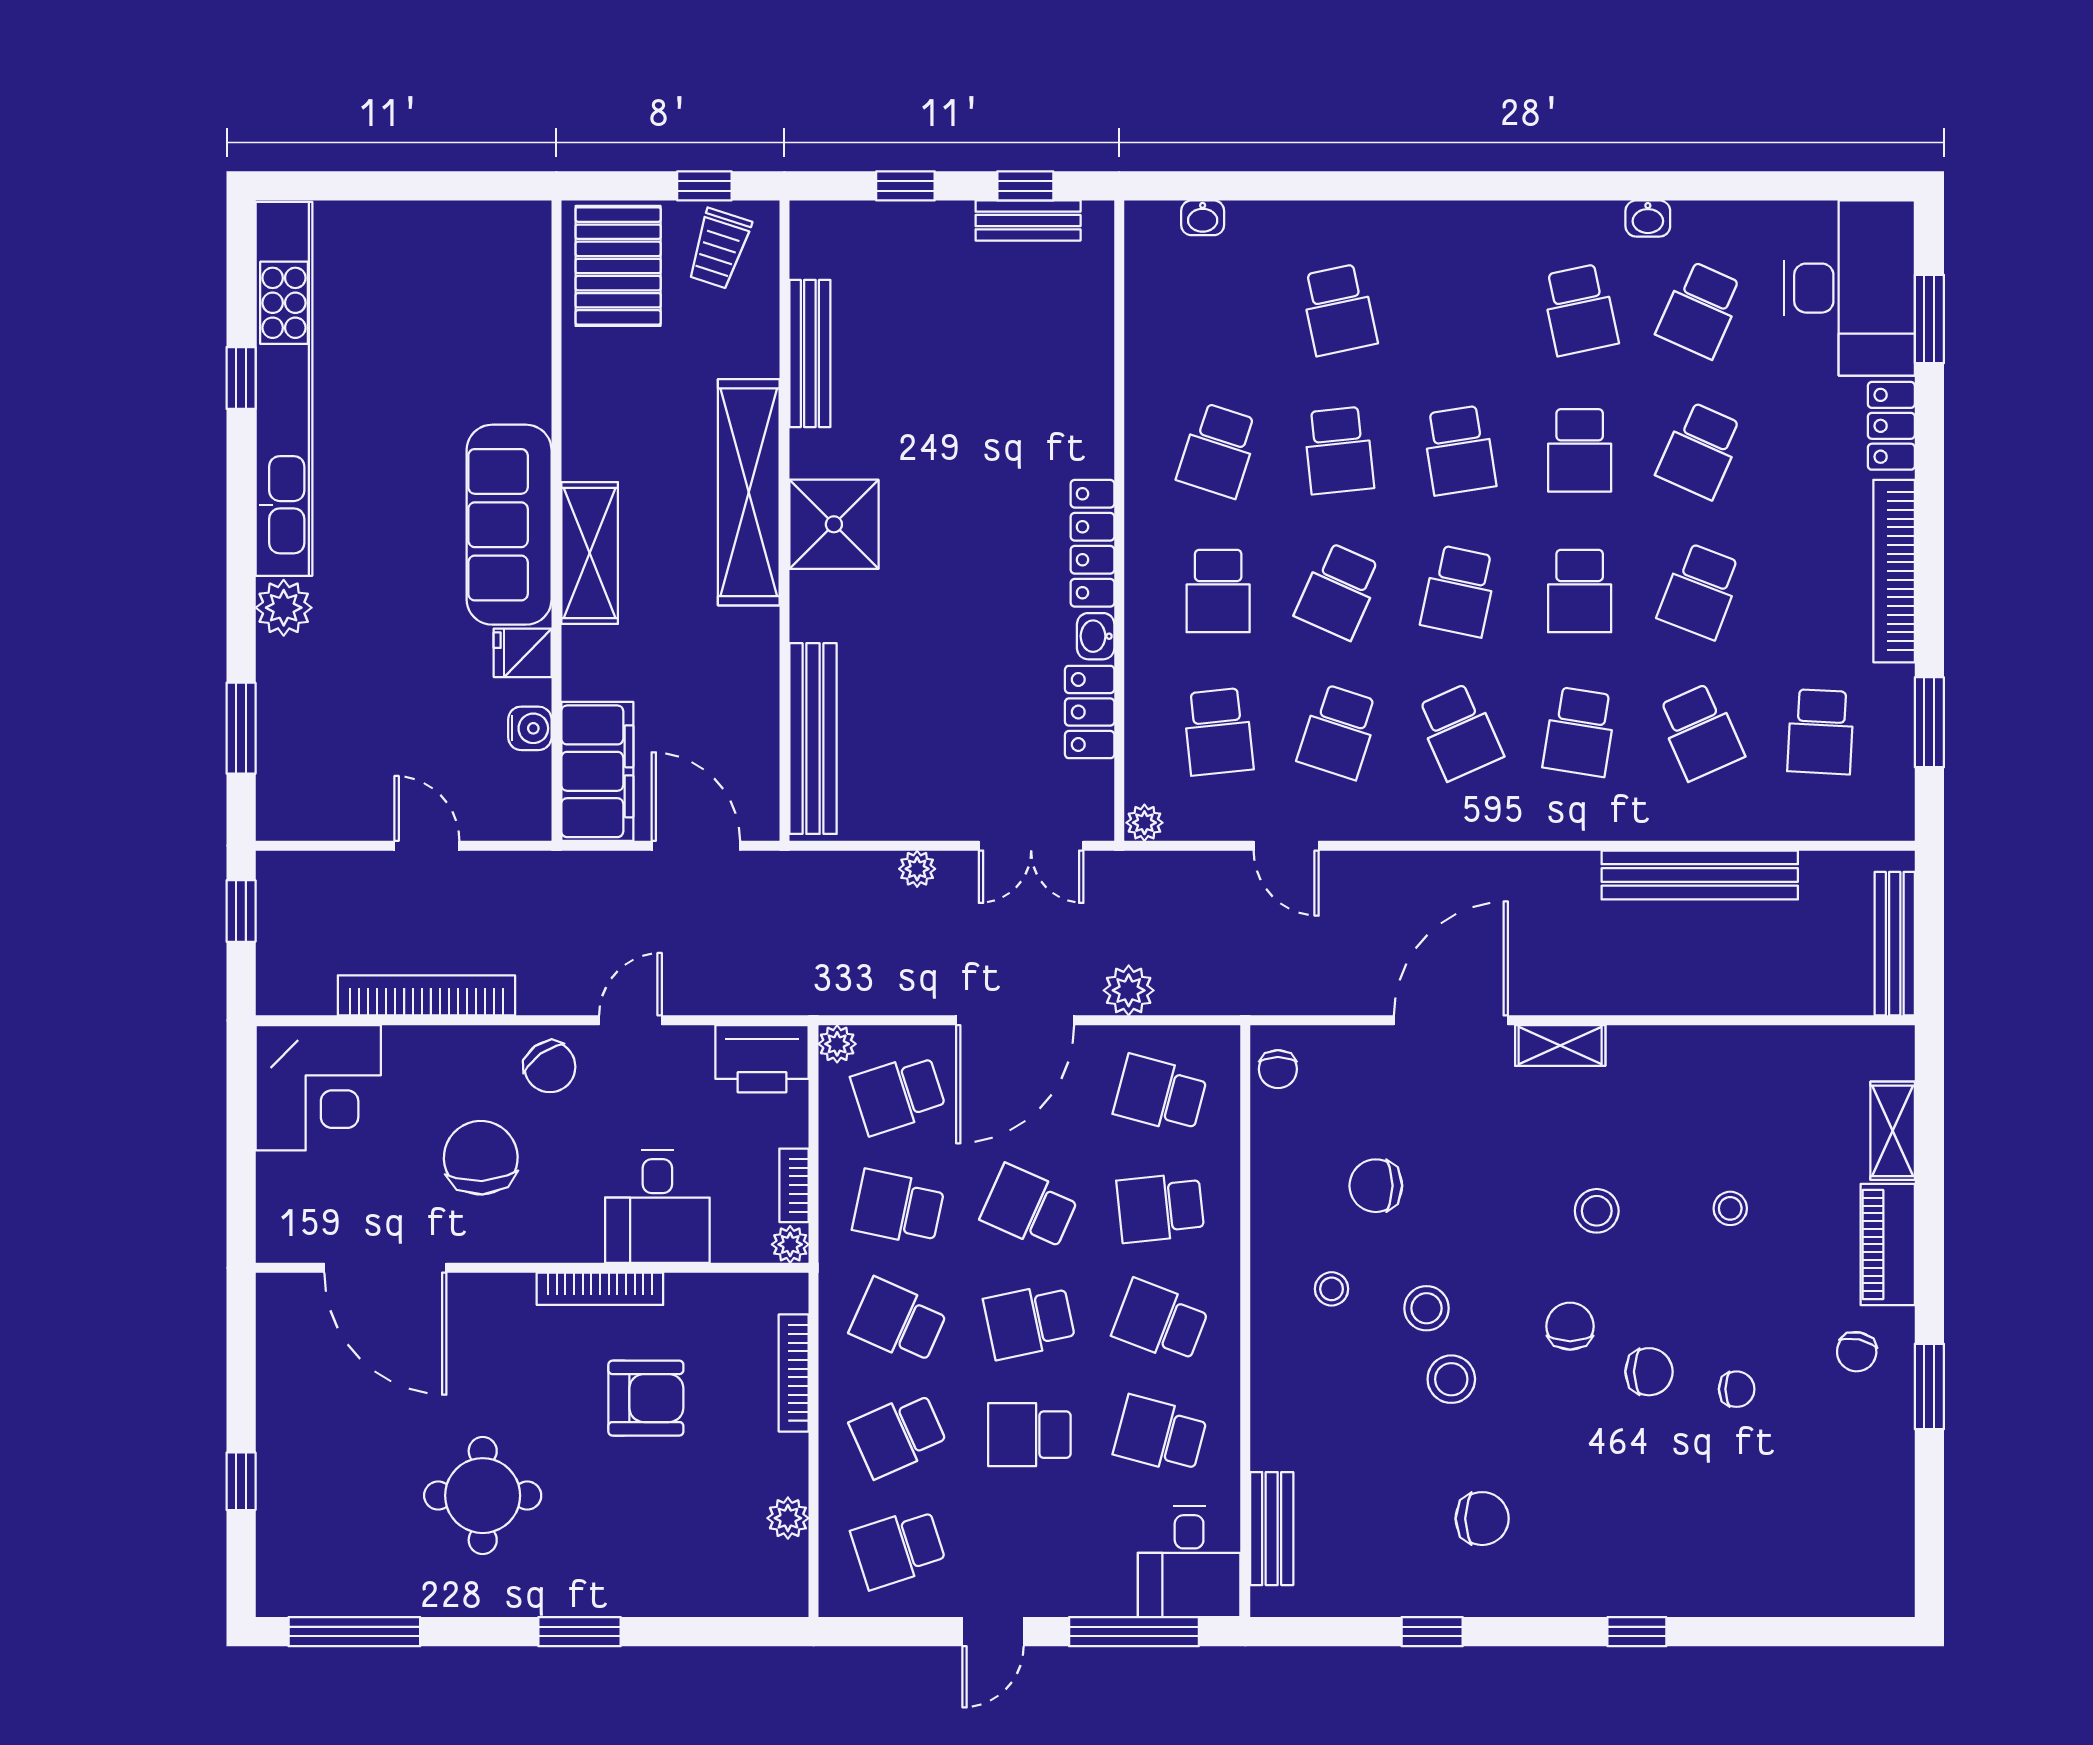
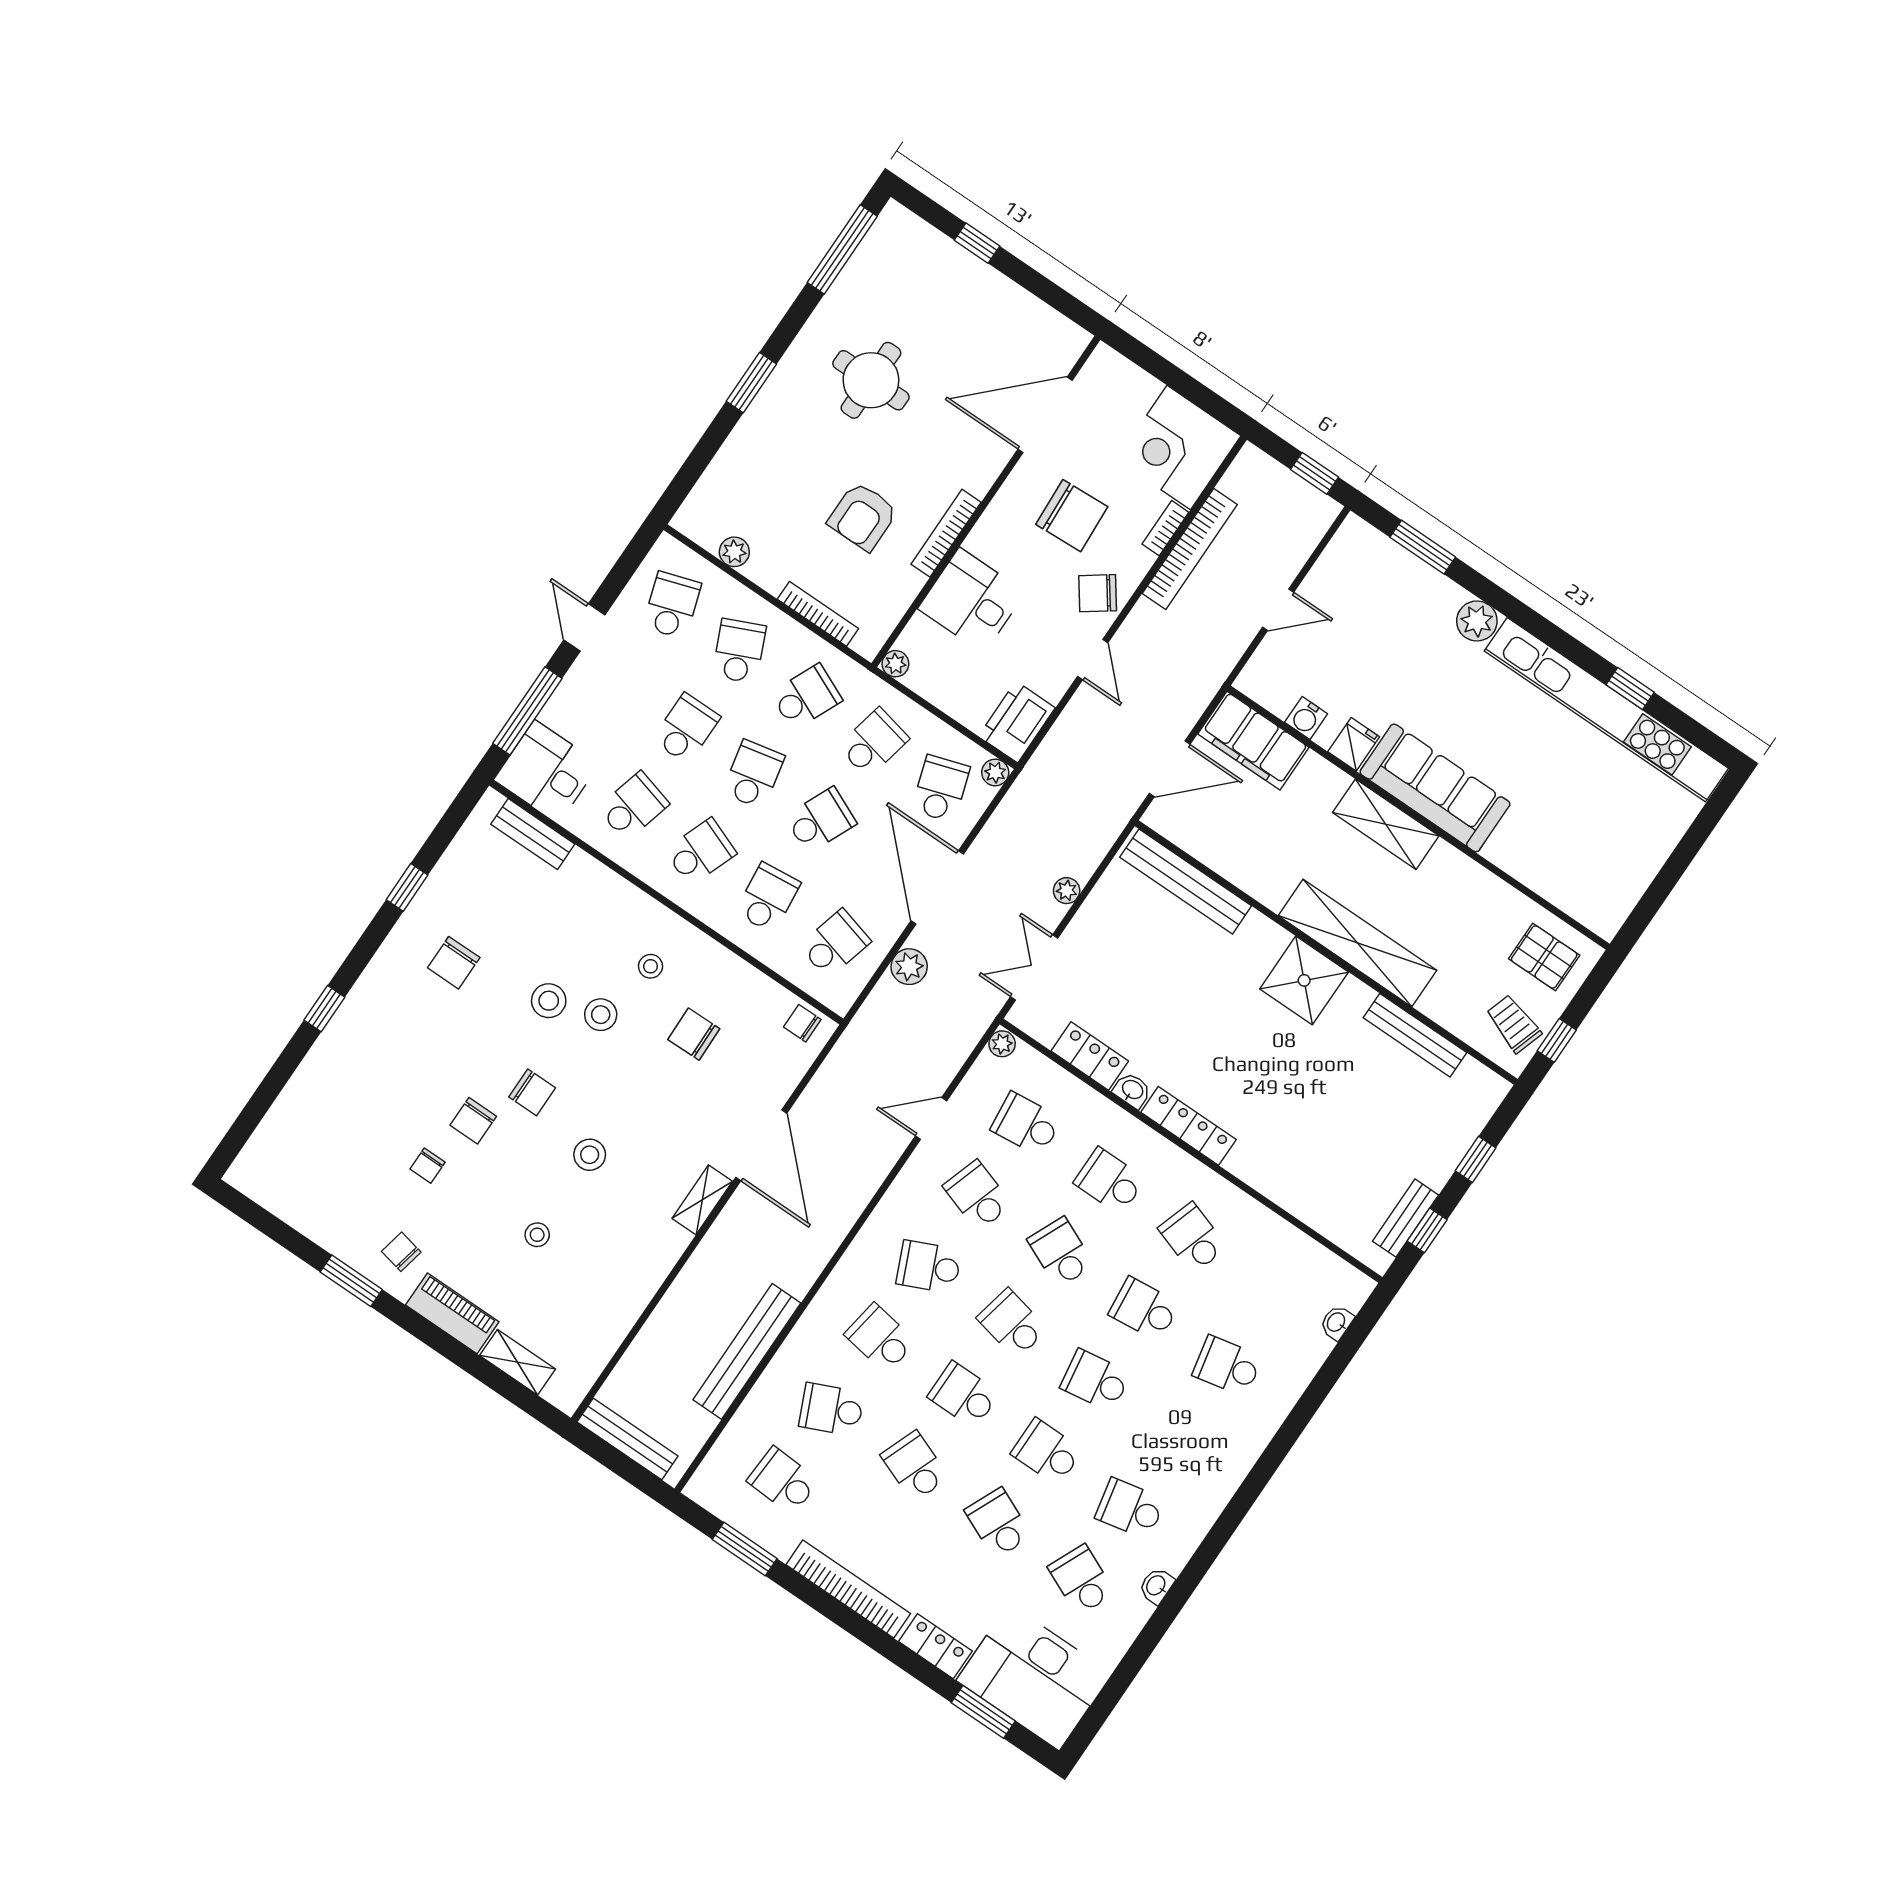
pallet: (618, 266) -> (1544, 957), width x0.67, depth x0.71
bookcase: (794, 1185) -> (1165, 528), moved, turned -90
chair: (1376, 1186) -> (694, 1034), turned -91

